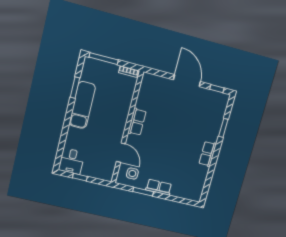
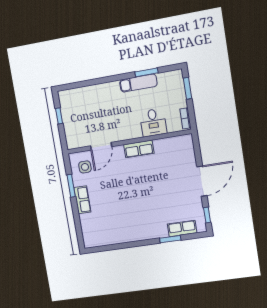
window: (104, 59) -> (188, 88), width x0.69
exam couch: (82, 105) -> (138, 83), width x0.73, depth x0.69
row of seats: (208, 154) -> (182, 228), moved
desk: (71, 161) -> (153, 123), moved, turned -90

